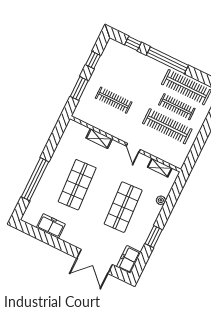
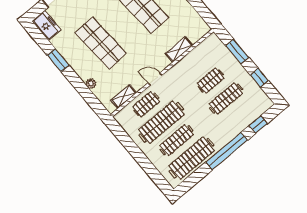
clothes rail: (123, 81) -> (226, 99), added
clothes rail: (114, 100) -> (211, 81), width x0.73
clothes rail: (158, 146) -> (146, 104), added

